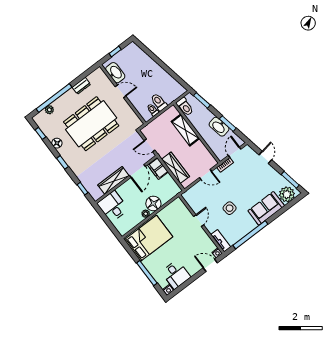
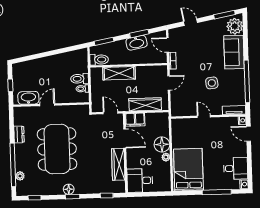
floor lamp: (57, 143) -> (69, 189), moved
door: (150, 145) -> (111, 113), swing flipped
door: (210, 265) -> (249, 134), hinge flipped

